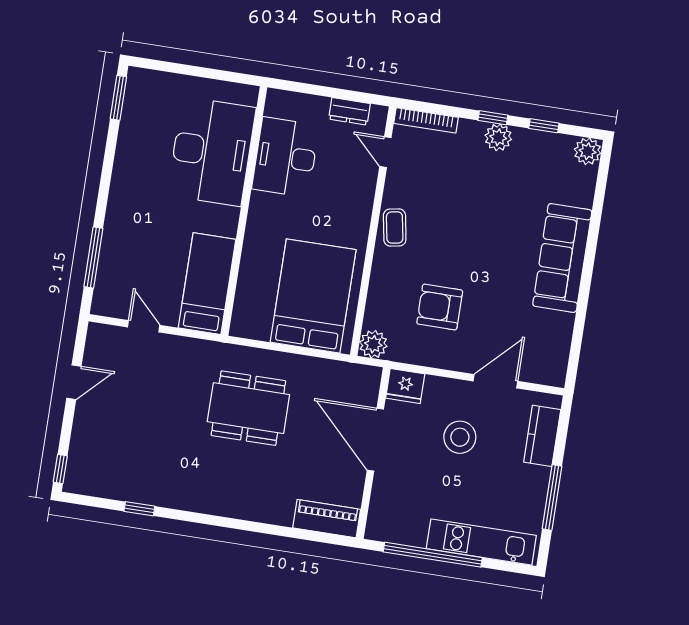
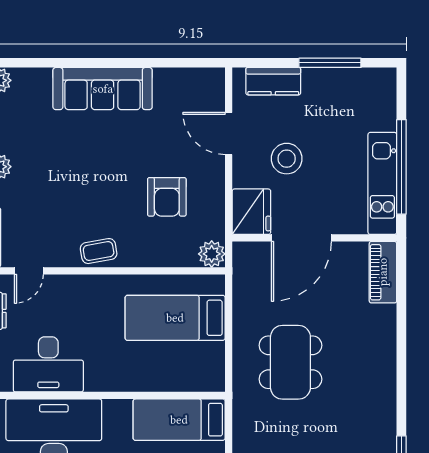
bed: (313, 296) -> (175, 318), width x0.67
fridge: (405, 386) -> (251, 212), width x1.36, depth x1.34
kitchen unit: (481, 542) -> (382, 183), moved

